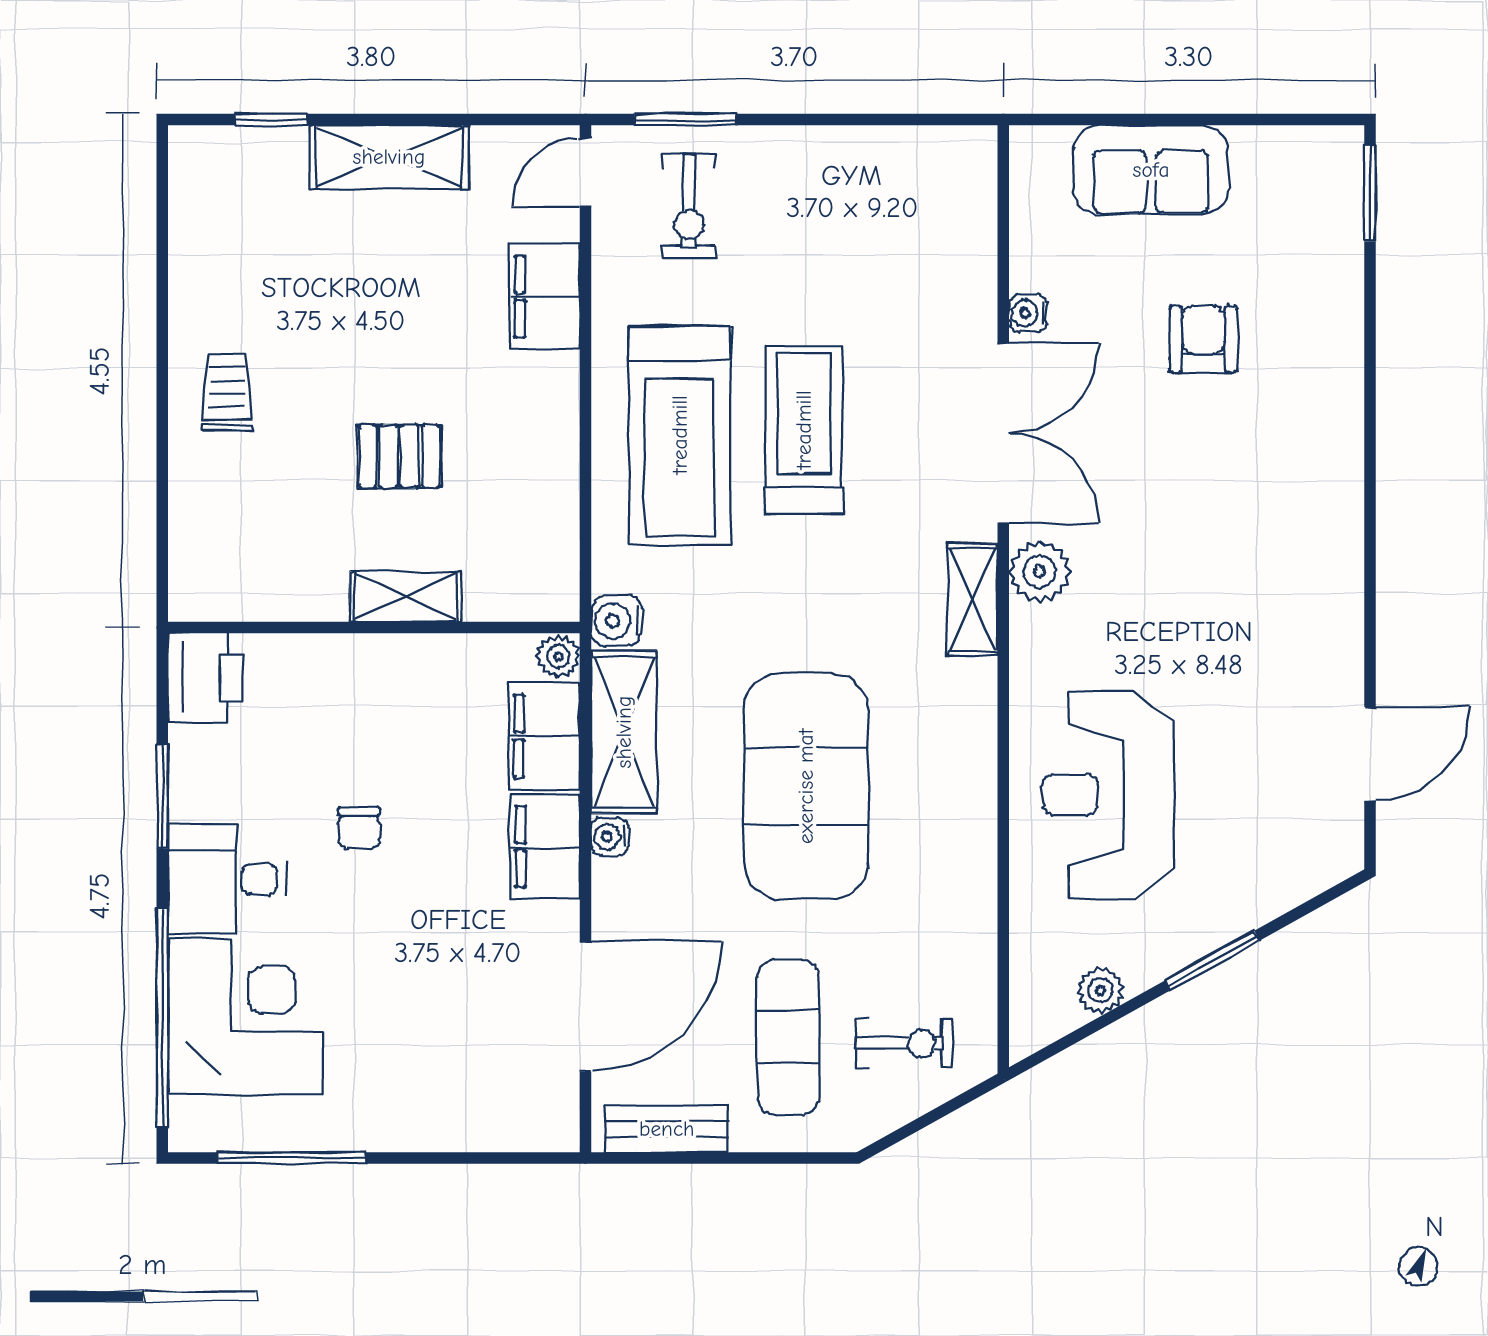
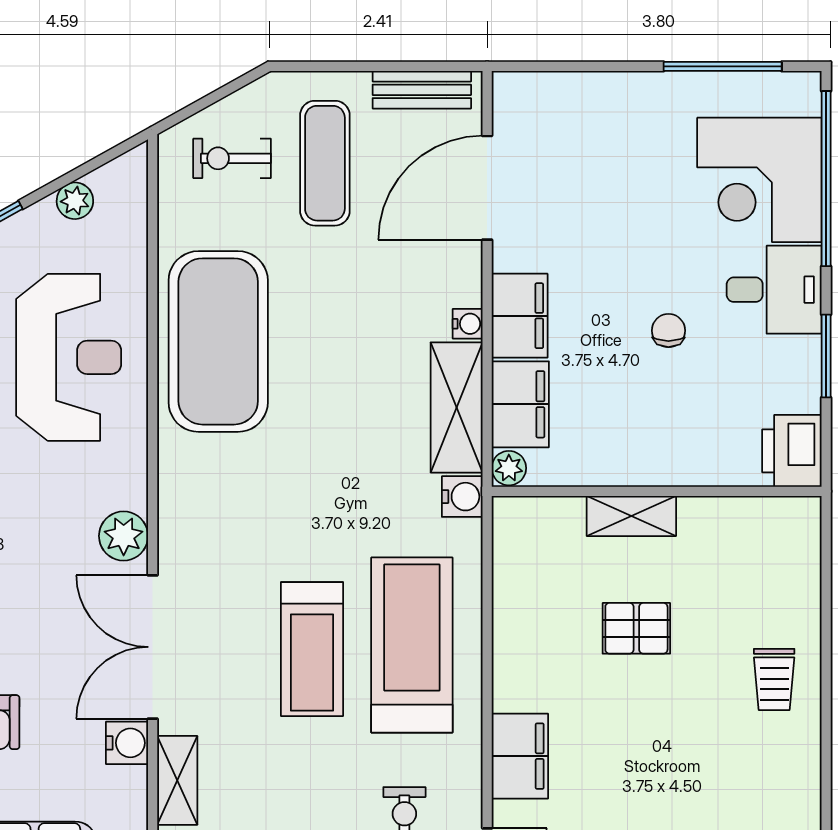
water cooler: (1028, 313) -> (127, 743), width x1.38, depth x1.38
shelving: (973, 599) -> (177, 780), moved
exercise mat: (806, 786) -> (218, 341), moved

